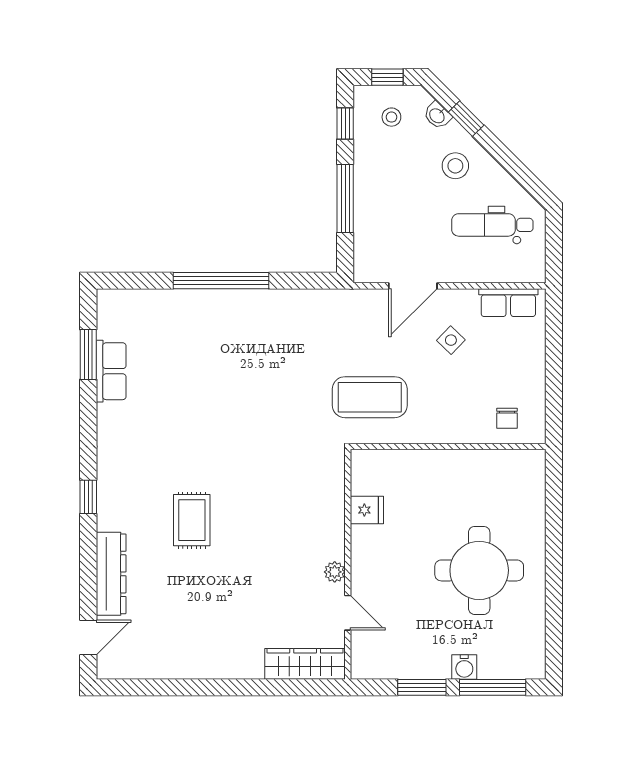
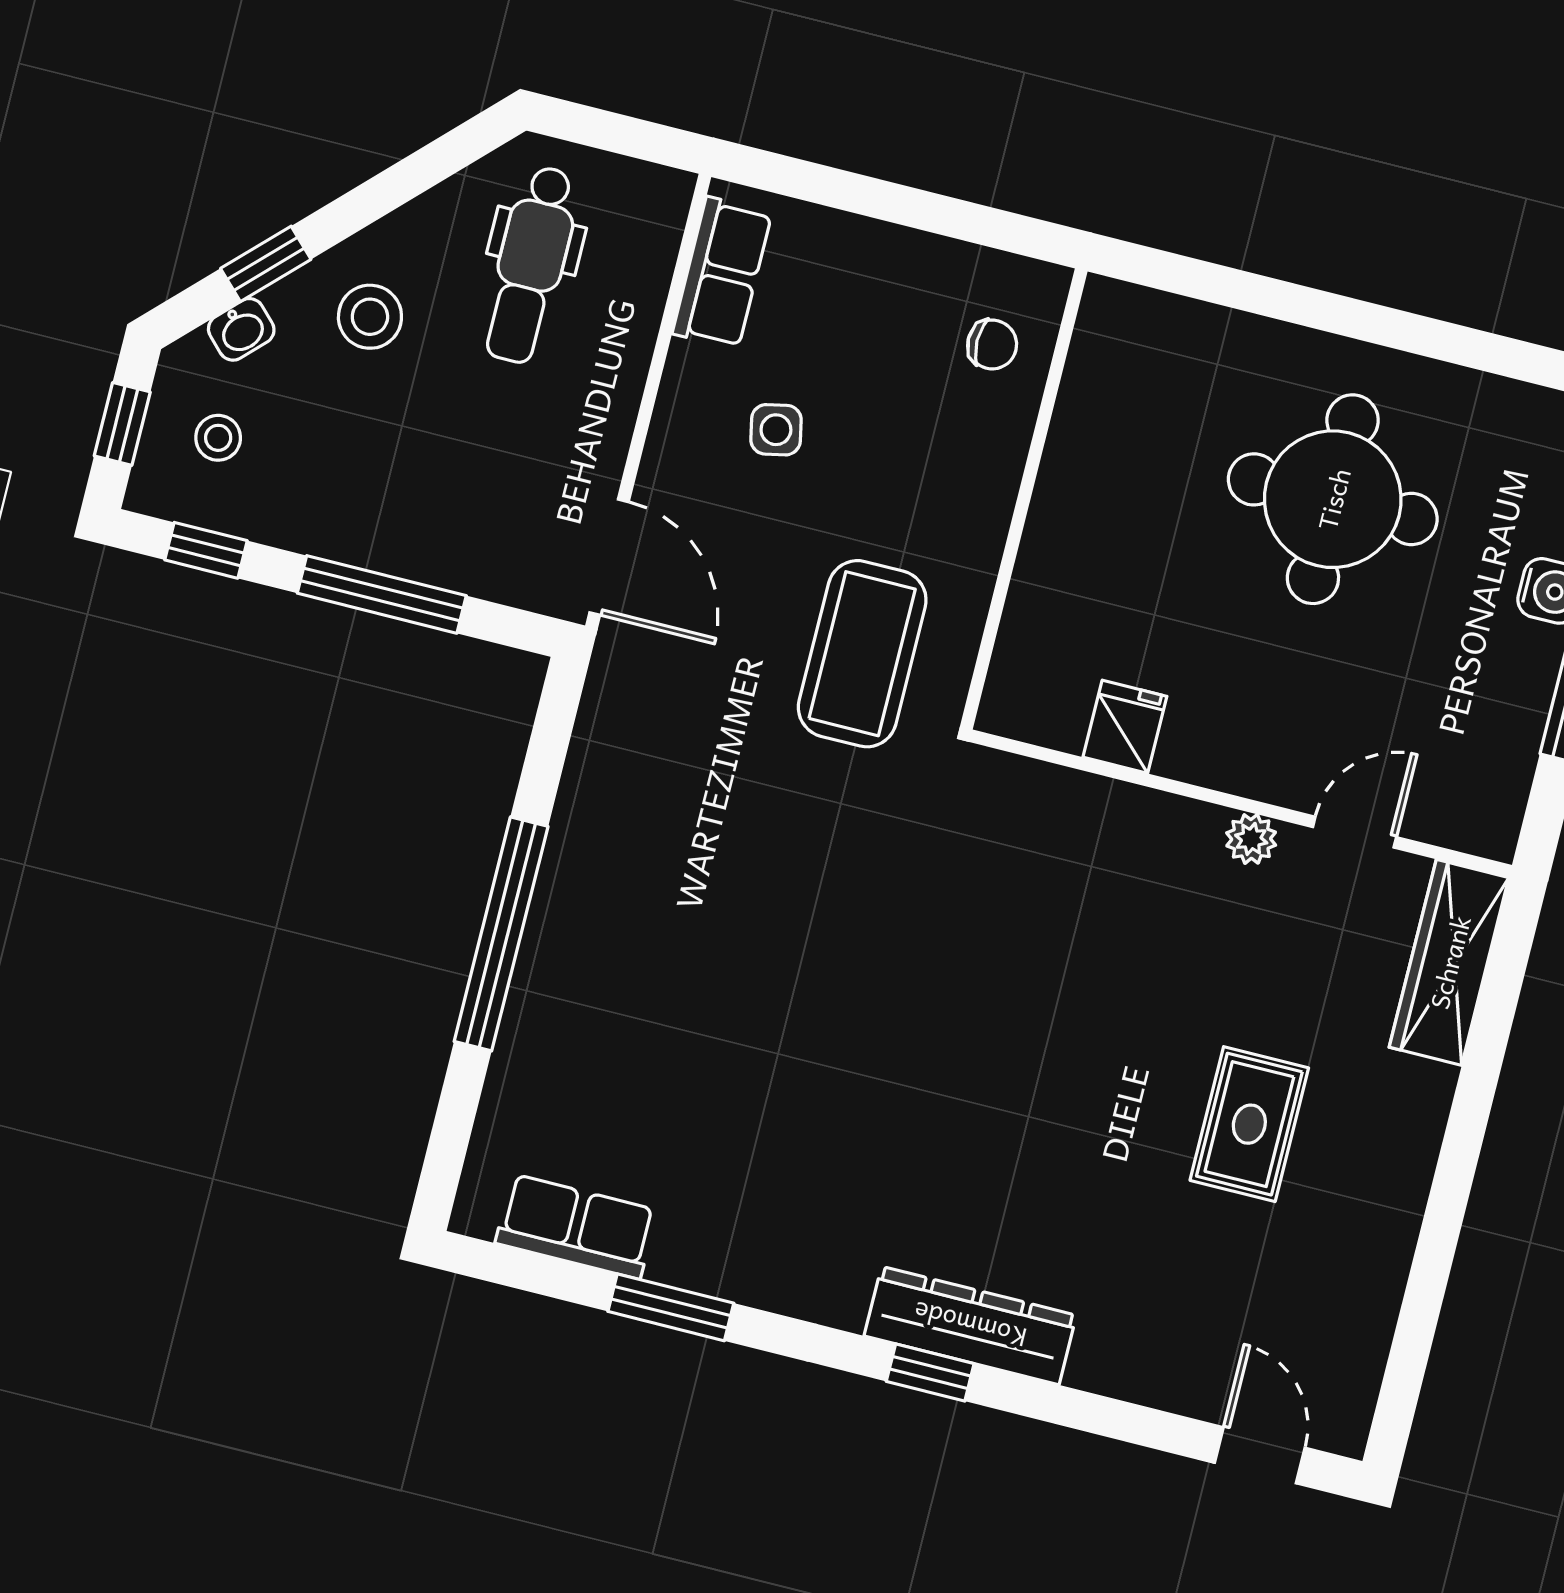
door: (413, 286) -> (609, 557), moved
side table: (451, 340) -> (776, 430), turned 34
window: (88, 354) -> (671, 1307), moved
row of seats: (111, 371) -> (576, 1227), moved
rug: (192, 520) -> (1249, 1124), moved, turned 90
dresser: (111, 574) -> (970, 1326), moved

